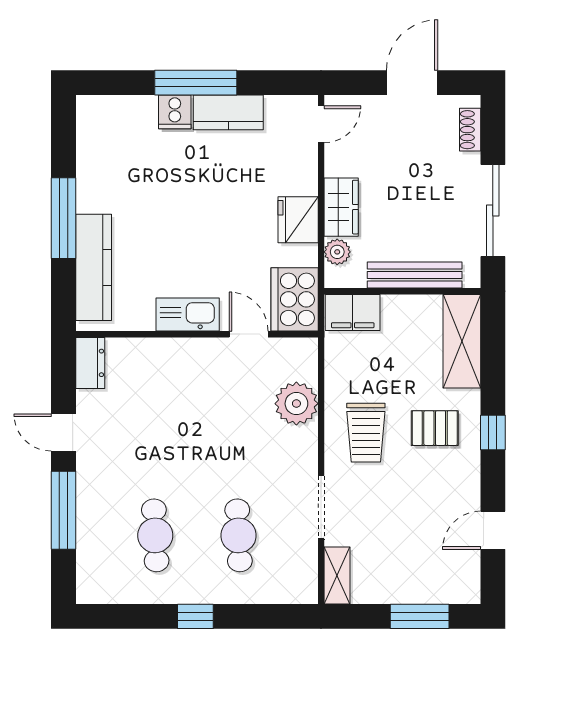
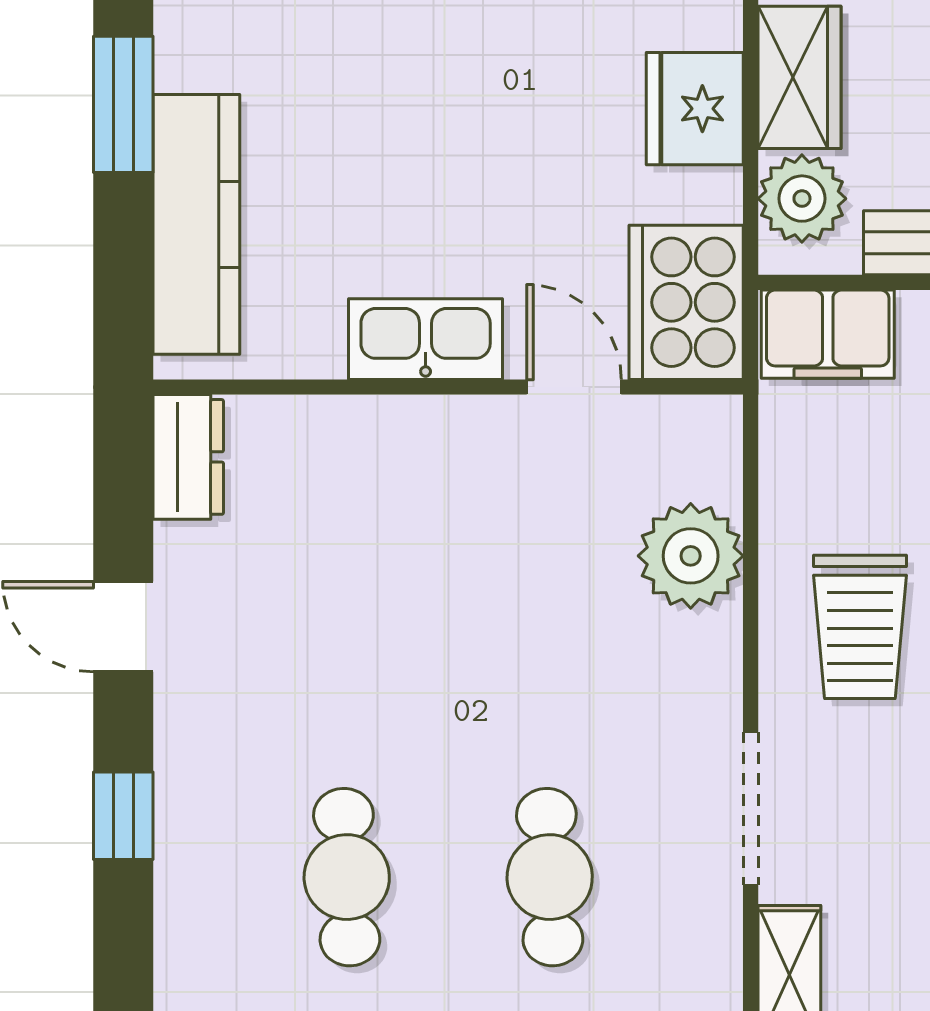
window: (63, 218) -> (123, 104), width x0.69
plant: (337, 252) -> (802, 199), width x1.38, depth x1.38
window: (63, 510) -> (123, 816), width x0.46

